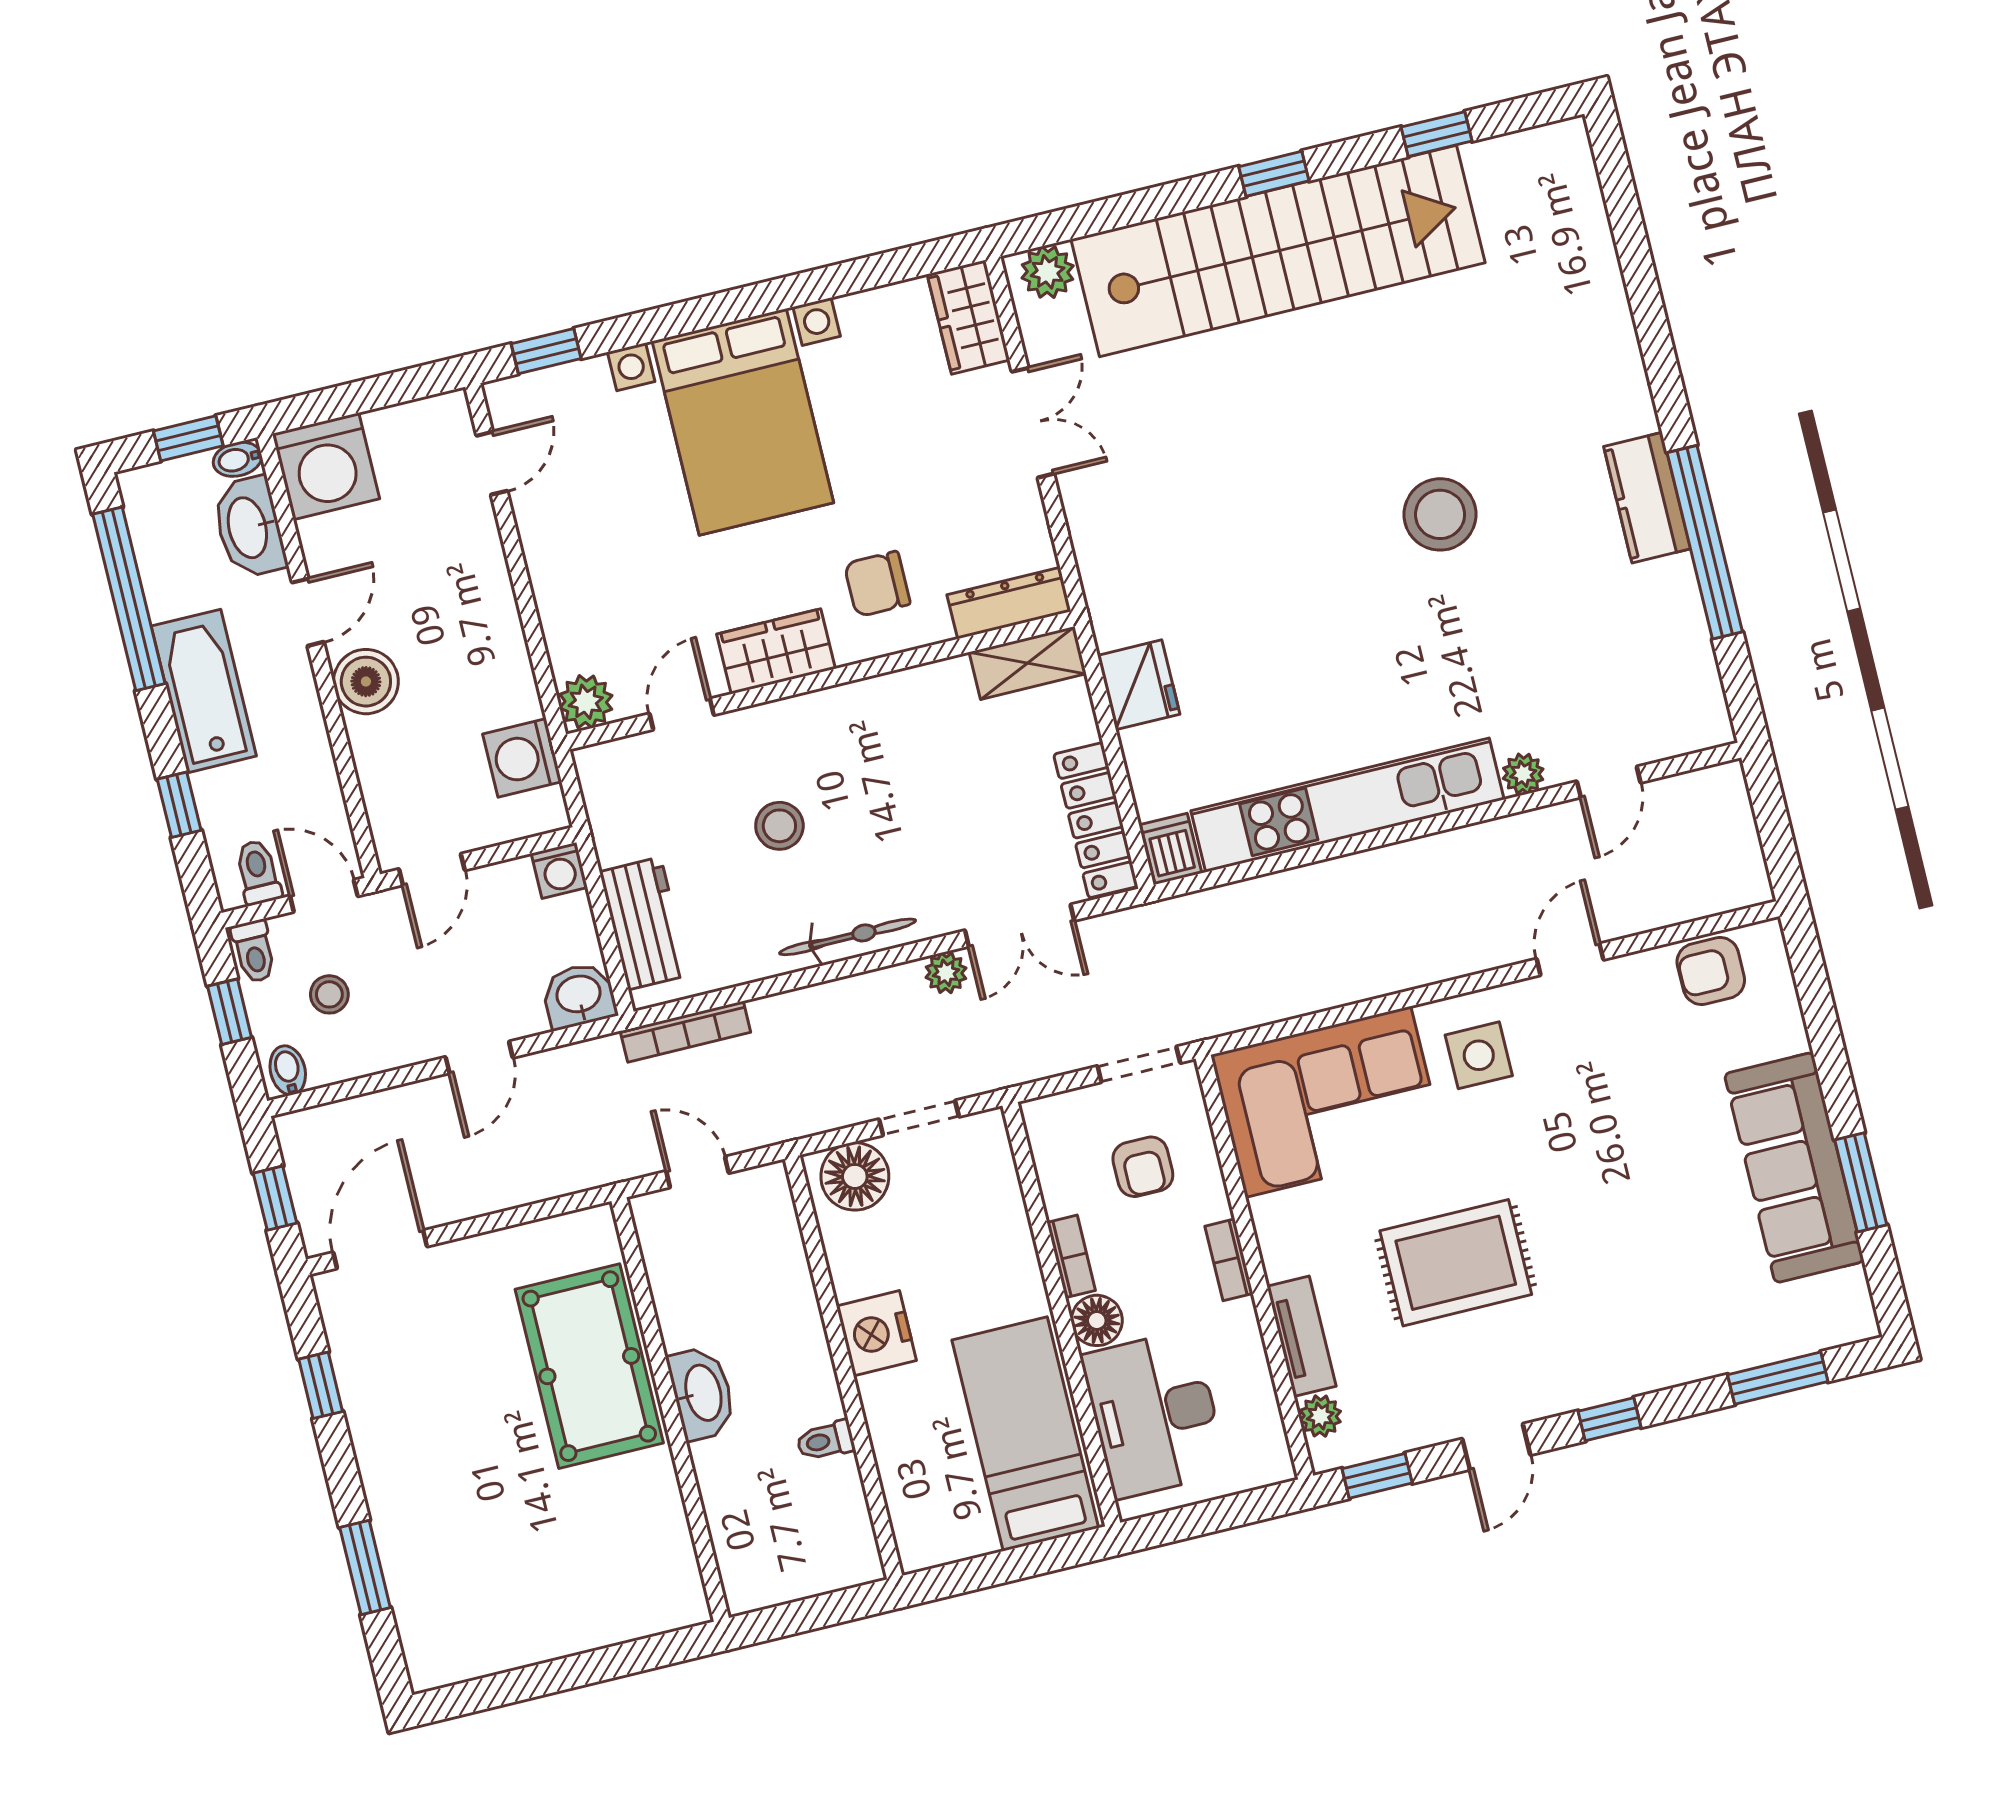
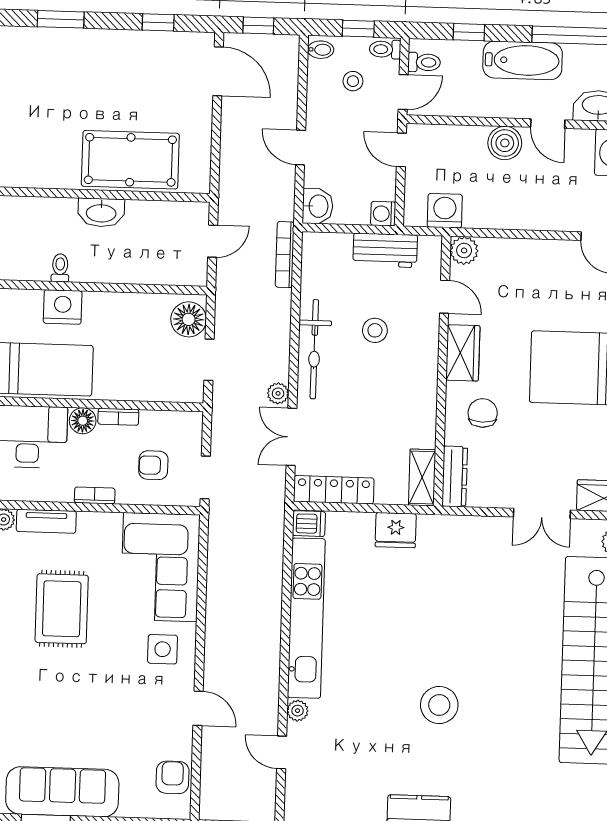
workbench: (644, 923) -> (385, 250), moved
bicycle: (848, 937) -> (314, 349), width x1.37, depth x1.40
nightstand: (876, 1333) -> (63, 307), moved

